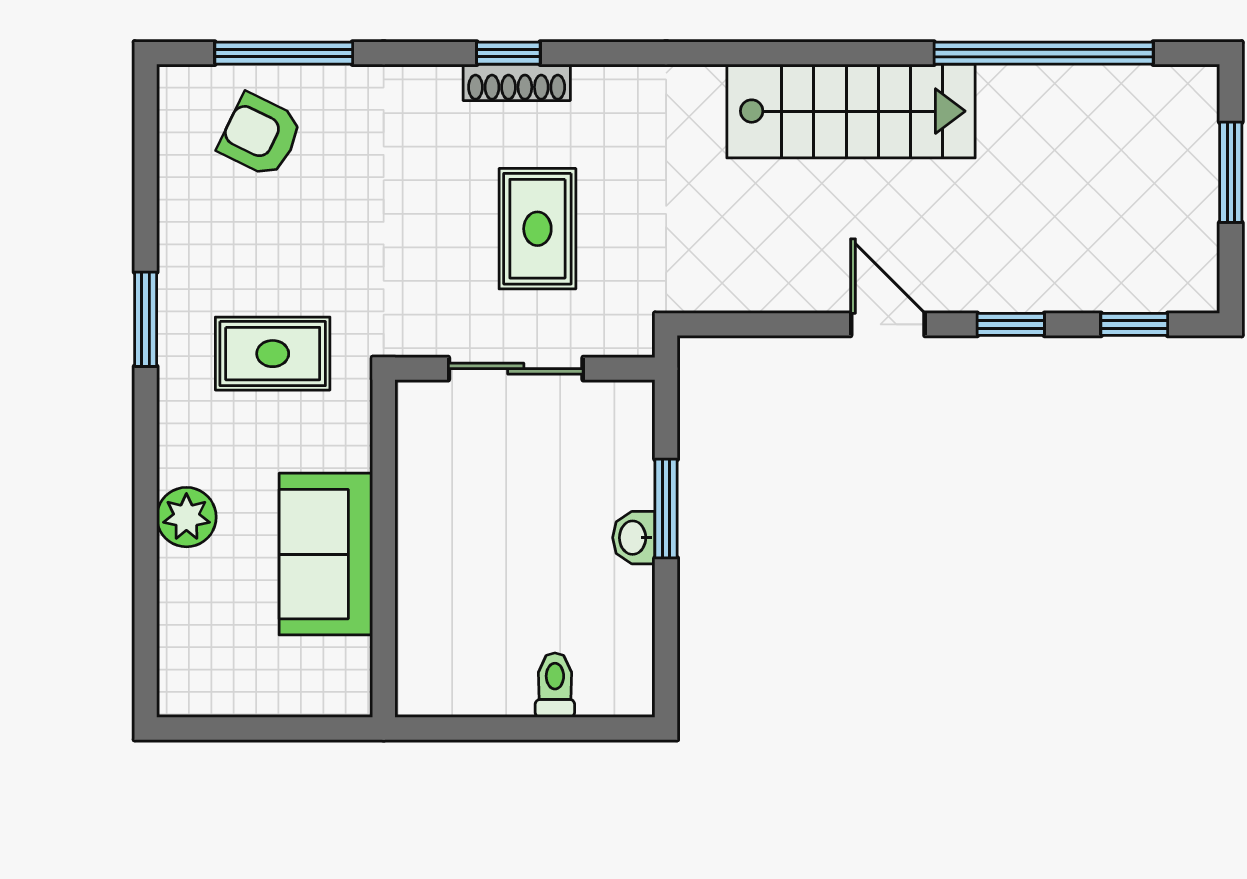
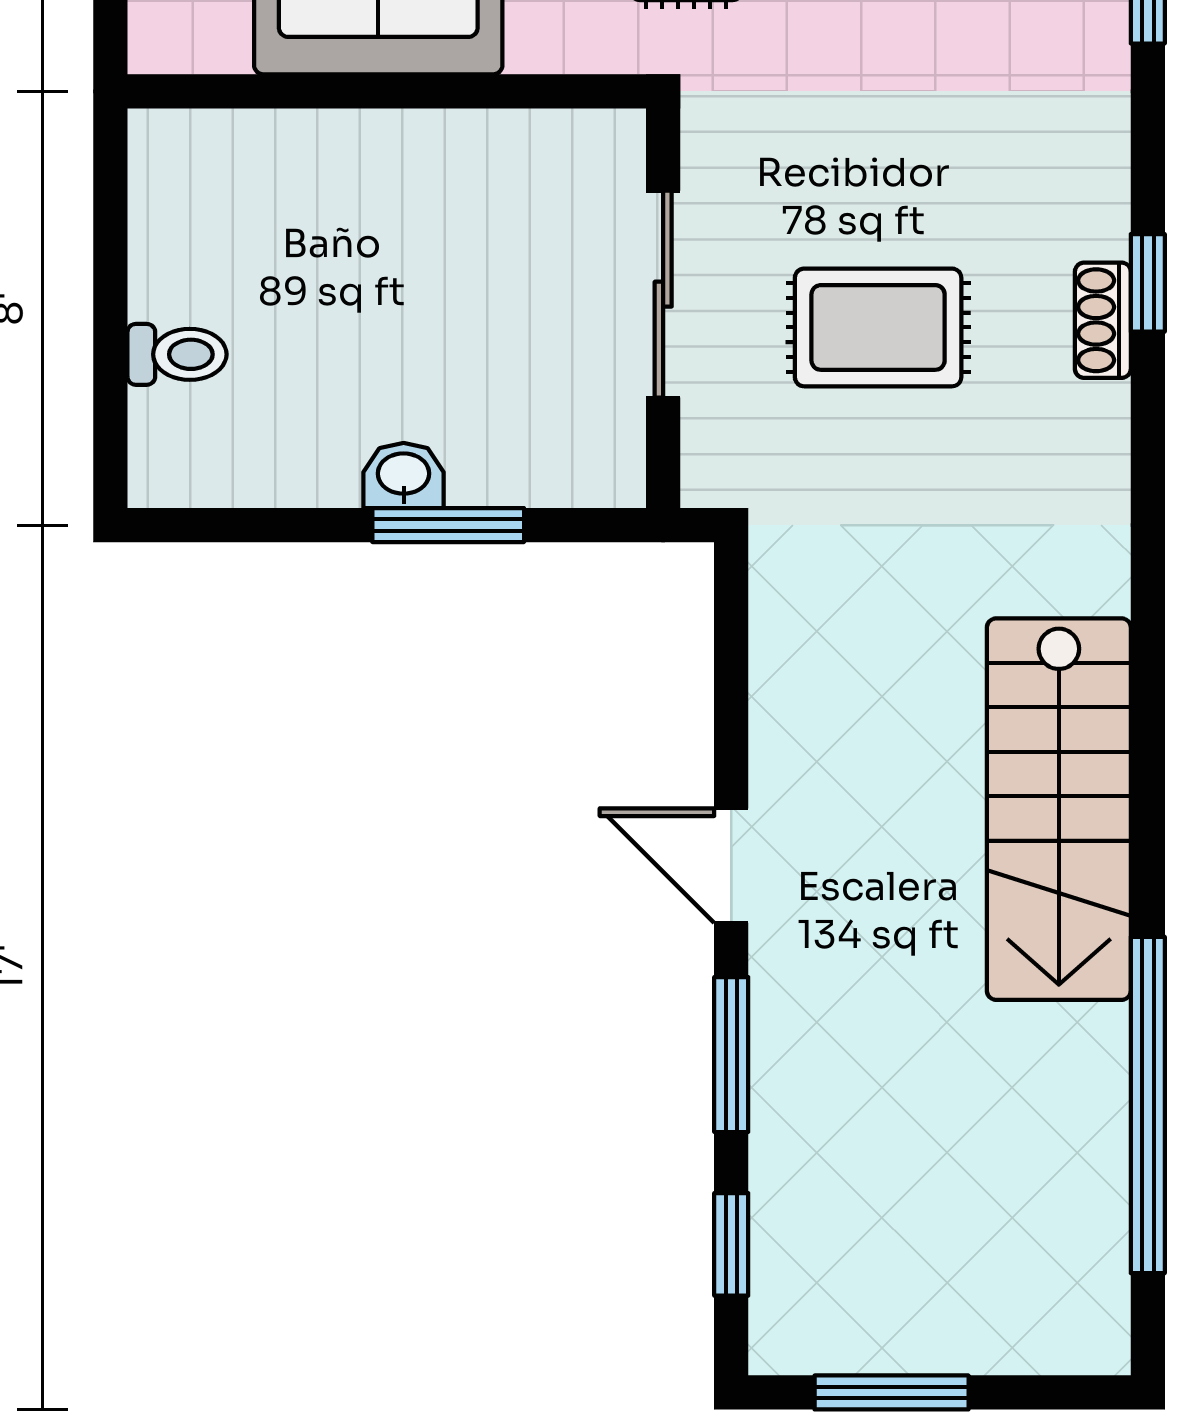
shoe rack: (517, 82) -> (1103, 320), width x0.70
window: (1231, 172) -> (892, 1392), moved
door: (888, 324) -> (731, 866), swing flipped
window: (1011, 324) -> (731, 1055), width x1.50

